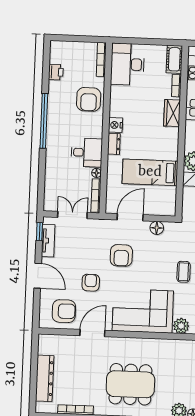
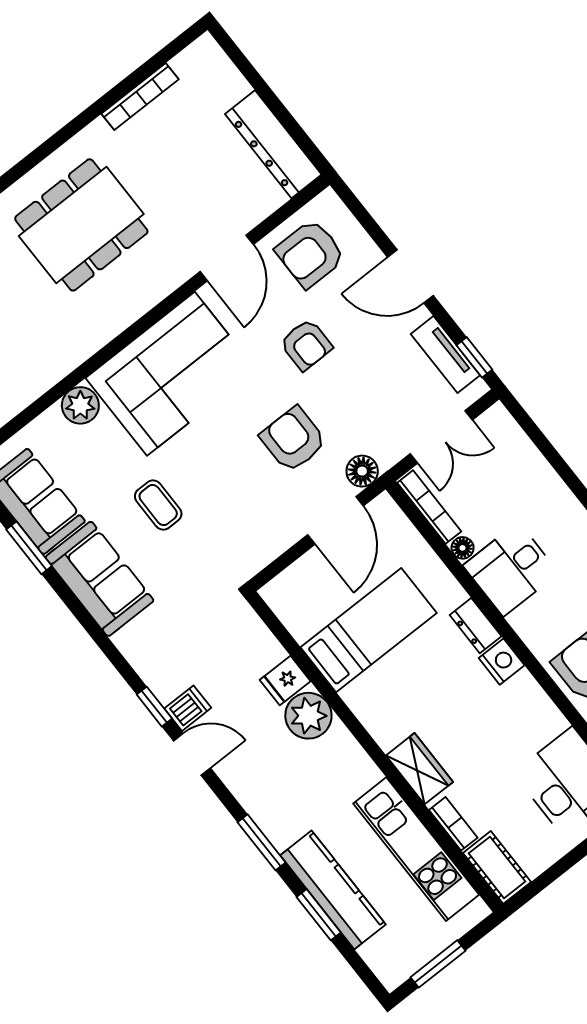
floor lamp: (157, 228) -> (362, 471), moved
dresser: (45, 378) -> (273, 144), moved

